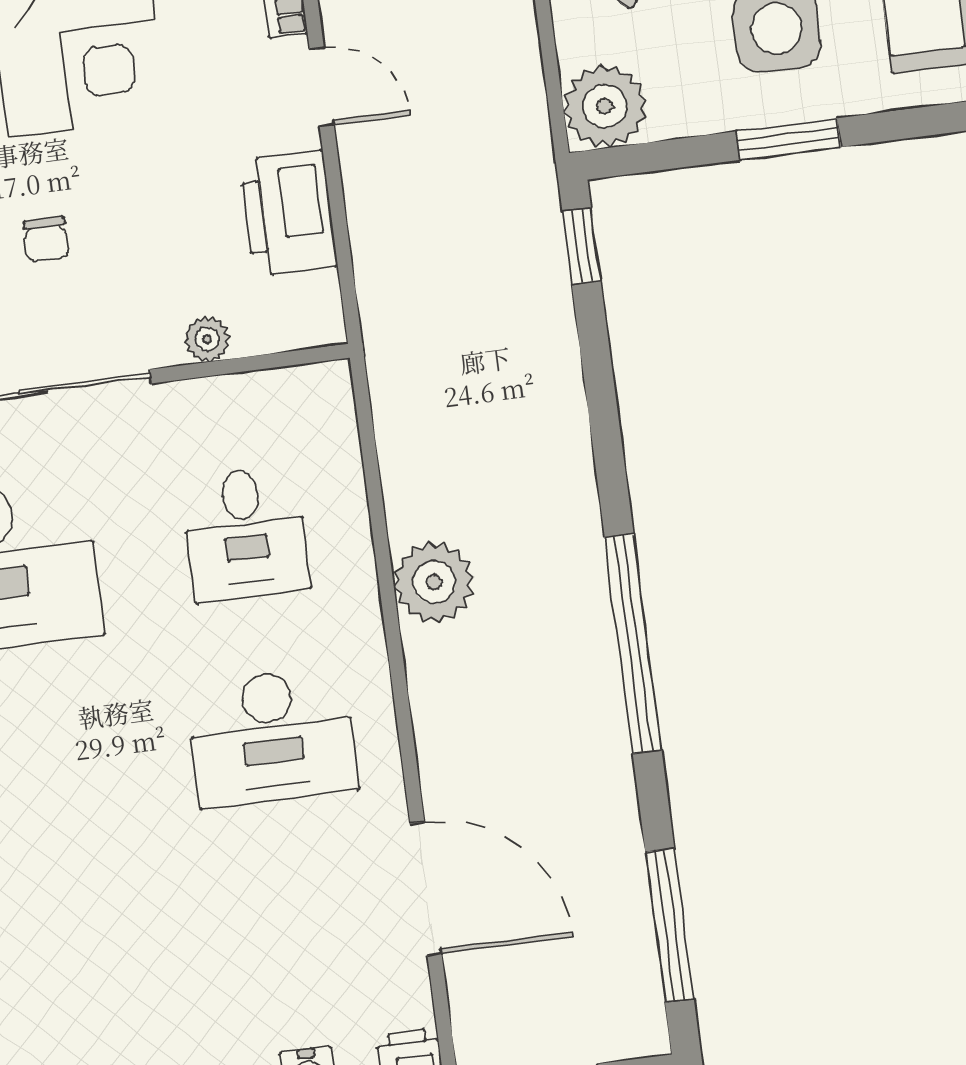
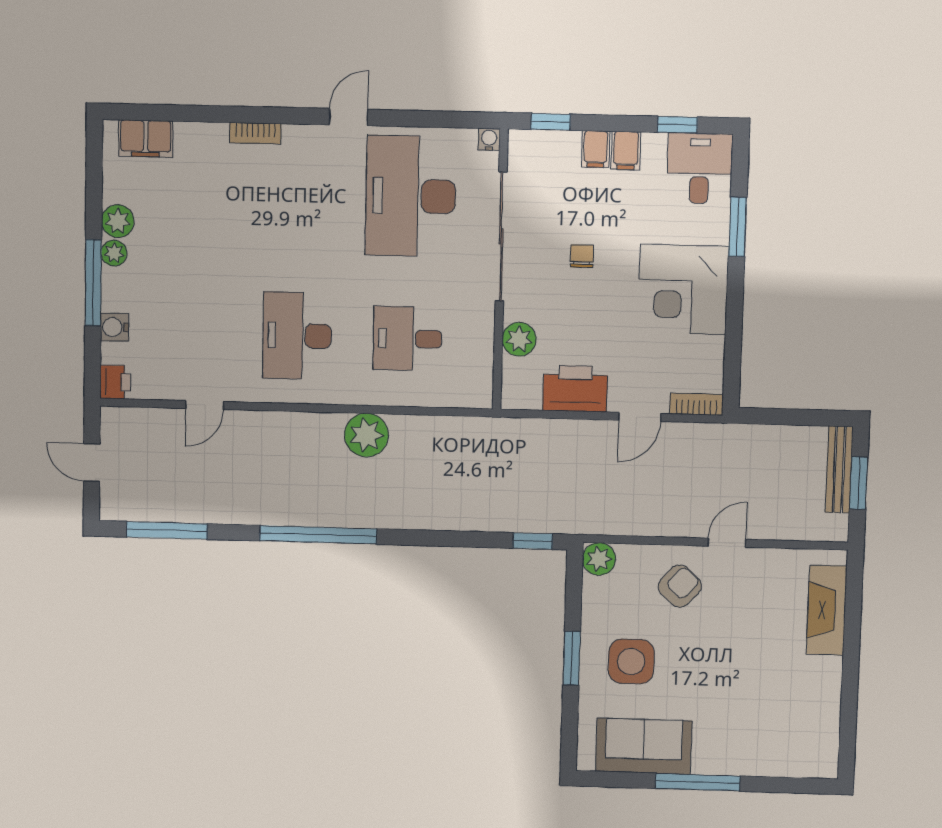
plant: (605, 106) -> (599, 559), width x0.73, depth x0.73
chair: (46, 239) -> (582, 256), turned 90
plant: (207, 339) -> (519, 339), width x1.38, depth x1.38
door: (426, 889) -> (205, 405), width x0.53

